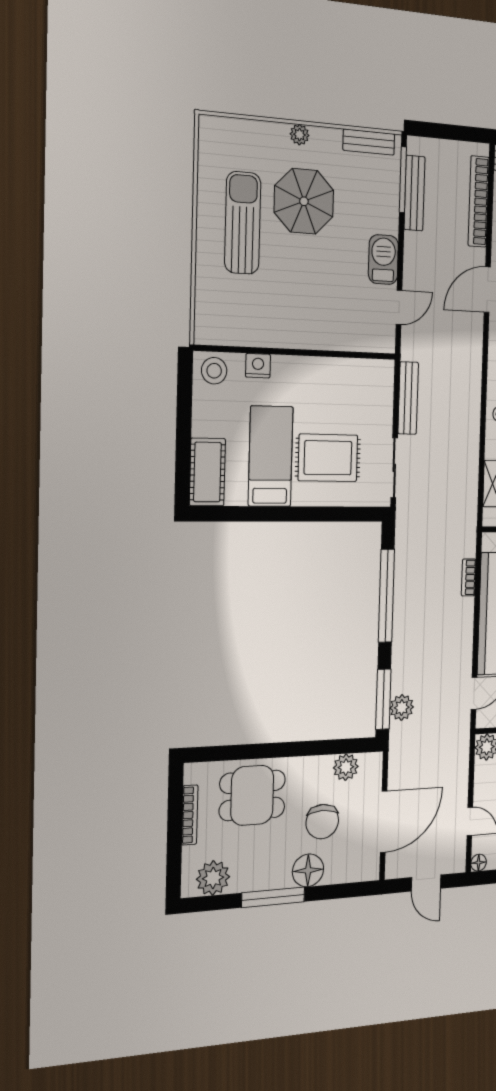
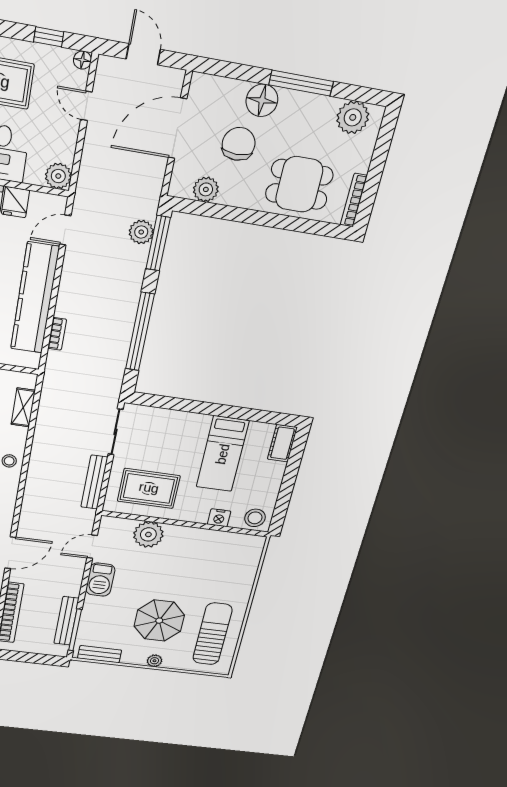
sun lounger: (243, 223) -> (212, 634), moved, turned 180
plant: (337, 332) -> (148, 534), added
rug: (328, 458) -> (149, 488), moved
cot: (207, 472) -> (282, 443), width x0.73, depth x0.75
bookcase: (190, 815) -> (354, 200), moved

